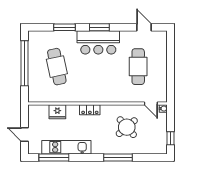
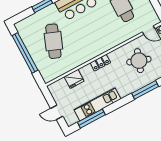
cafe table: (57, 67) -> (53, 41), turned 33
round table: (127, 127) -> (139, 61), turned -30

